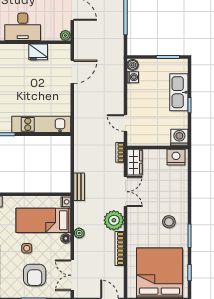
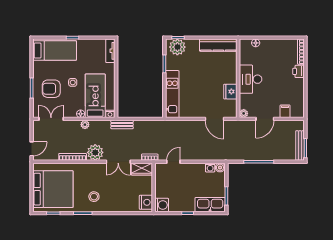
kitchen sink: (179, 92) -> (210, 205), moved

